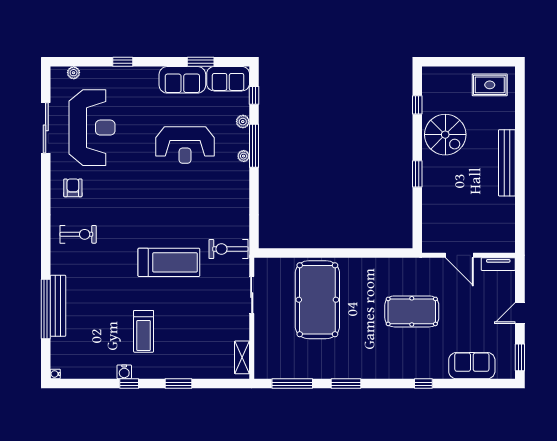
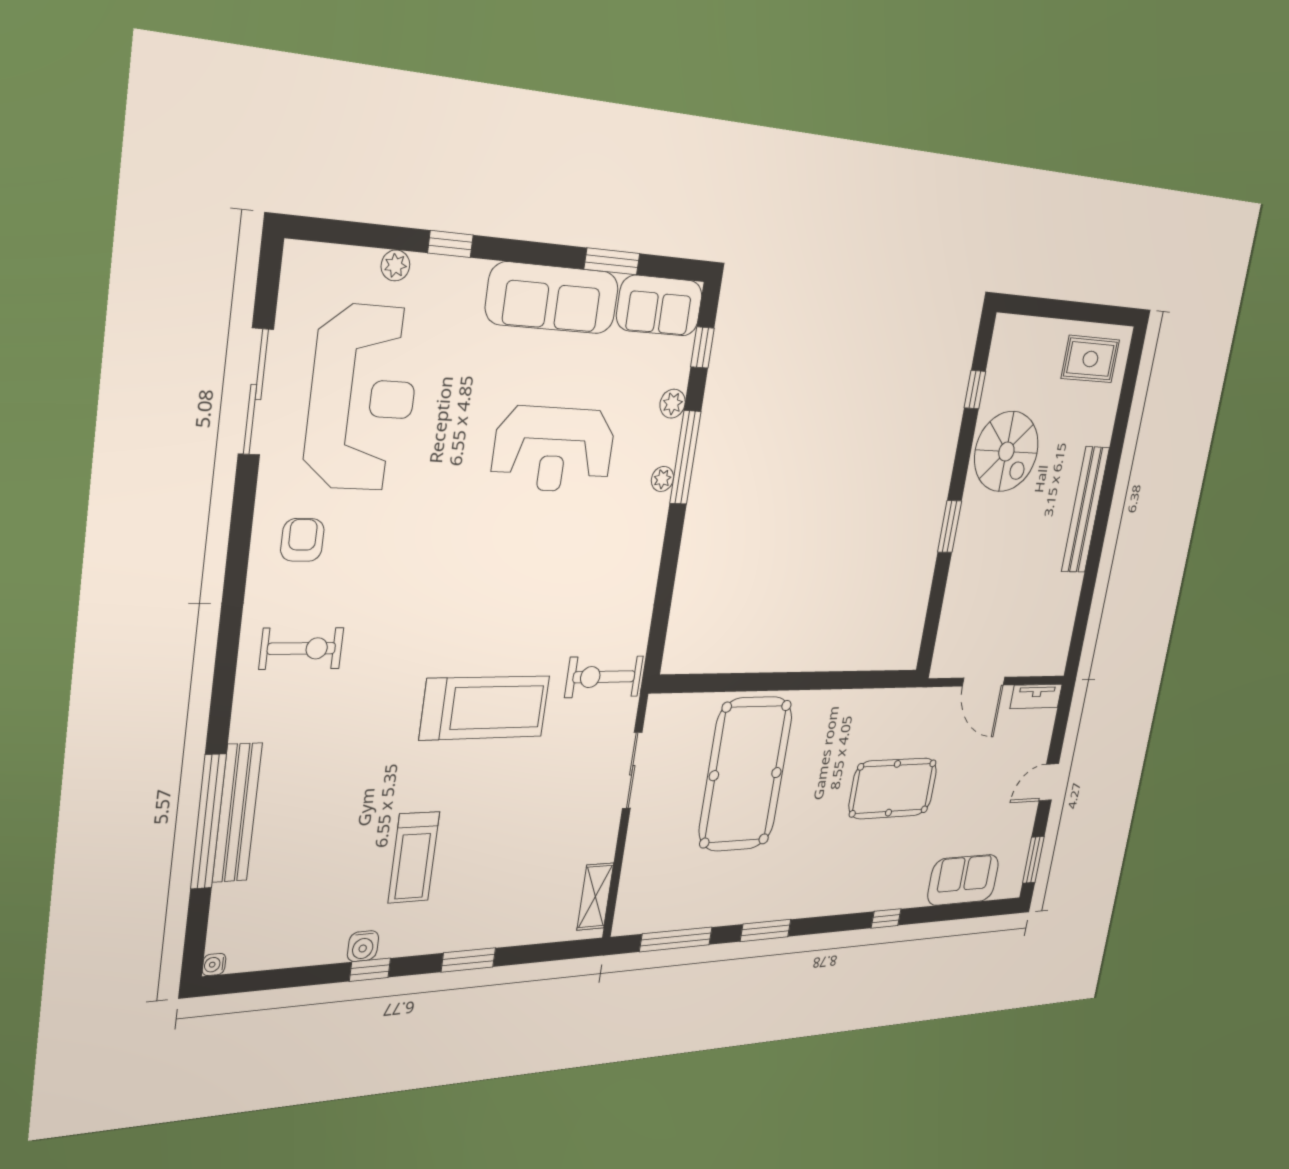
plant: (74, 73) -> (395, 265), moved
sofa: (182, 80) -> (552, 298), width x1.36

